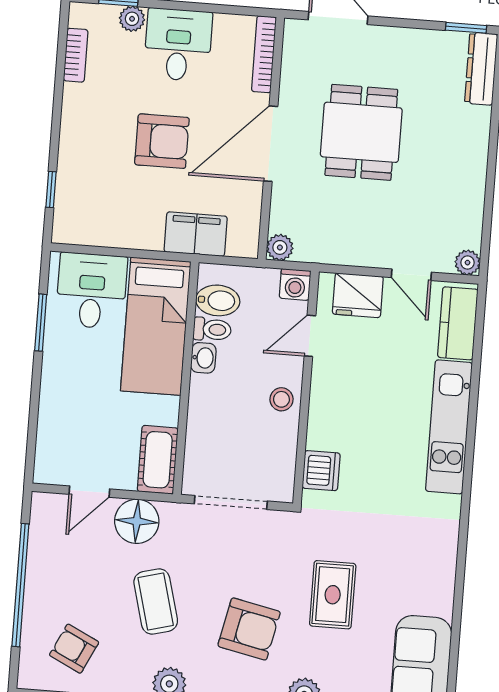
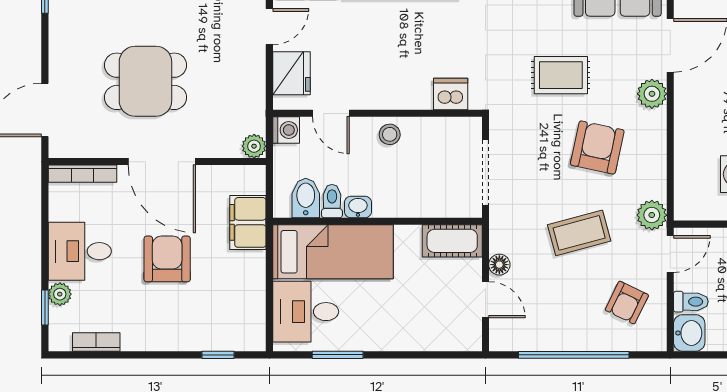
floor lamp: (137, 521) -> (499, 265), width x0.53, depth x0.53

